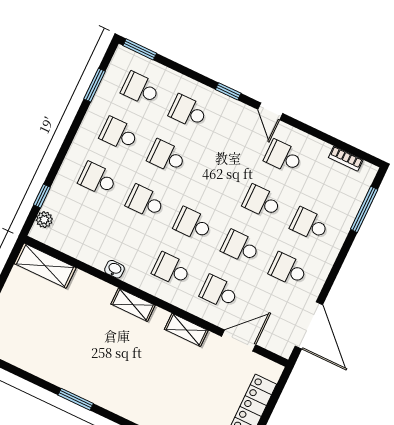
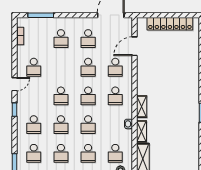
school desk: (262, 202) -> (61, 96), moved
school desk: (76, 224) -> (115, 153), added
shelving: (186, 330) -> (142, 131), moved
door: (239, 340) -> (135, 46), hinge flipped

